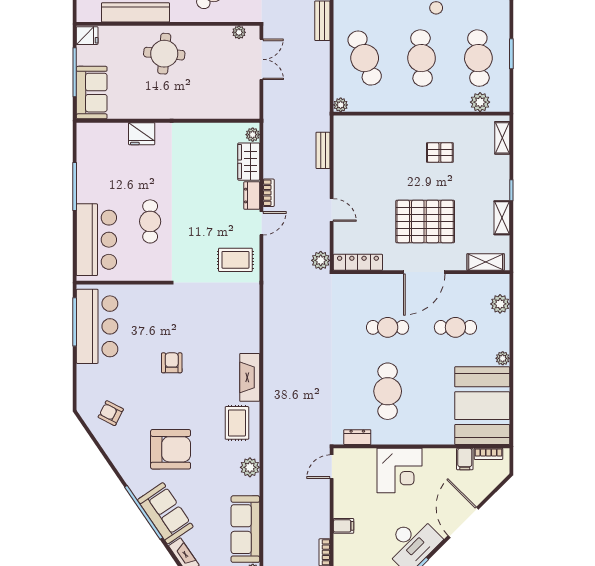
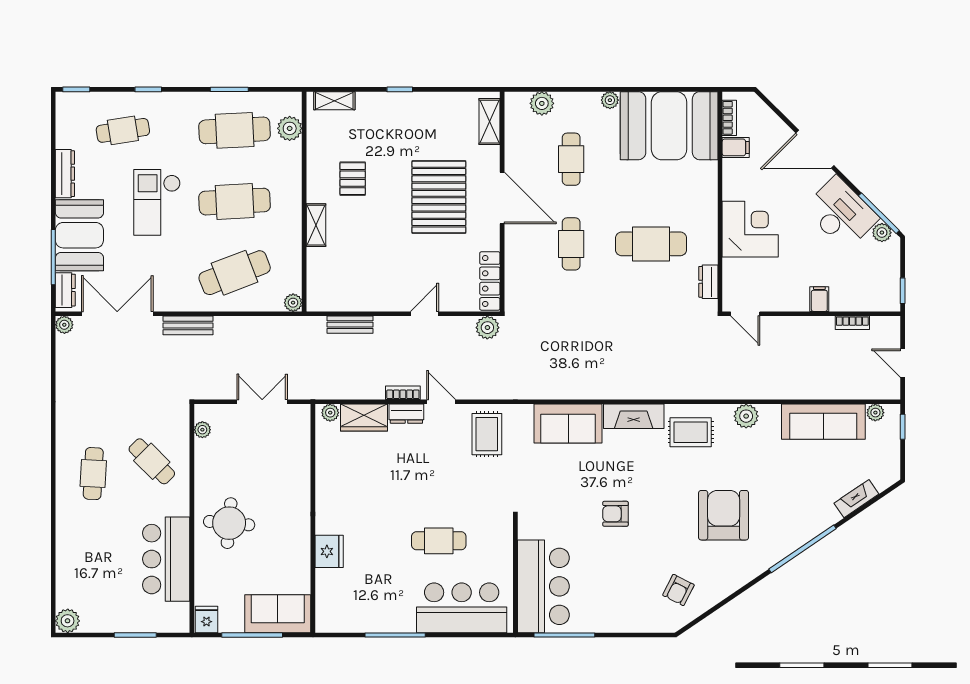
double door: (261, 59) -> (262, 402), moved
shelving: (502, 218) -> (316, 225), moved, turned 90
bar counter: (97, 326) -> (543, 586), moved, turned 90
sofa: (165, 513) -> (568, 424), moved, turned -146

